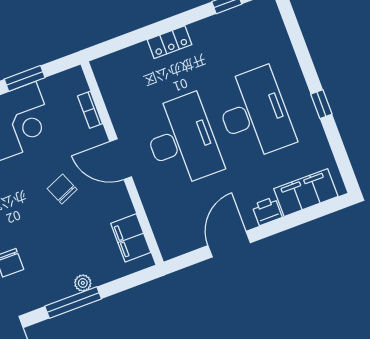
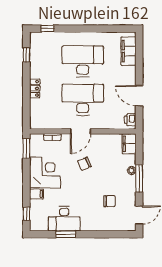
window: (25, 78) -> (26, 149), moved
window: (321, 104) -> (48, 29), moved
printer: (267, 211) -> (130, 120), moved
filing cabinet: (131, 238) -> (129, 144), moved, turned 90

